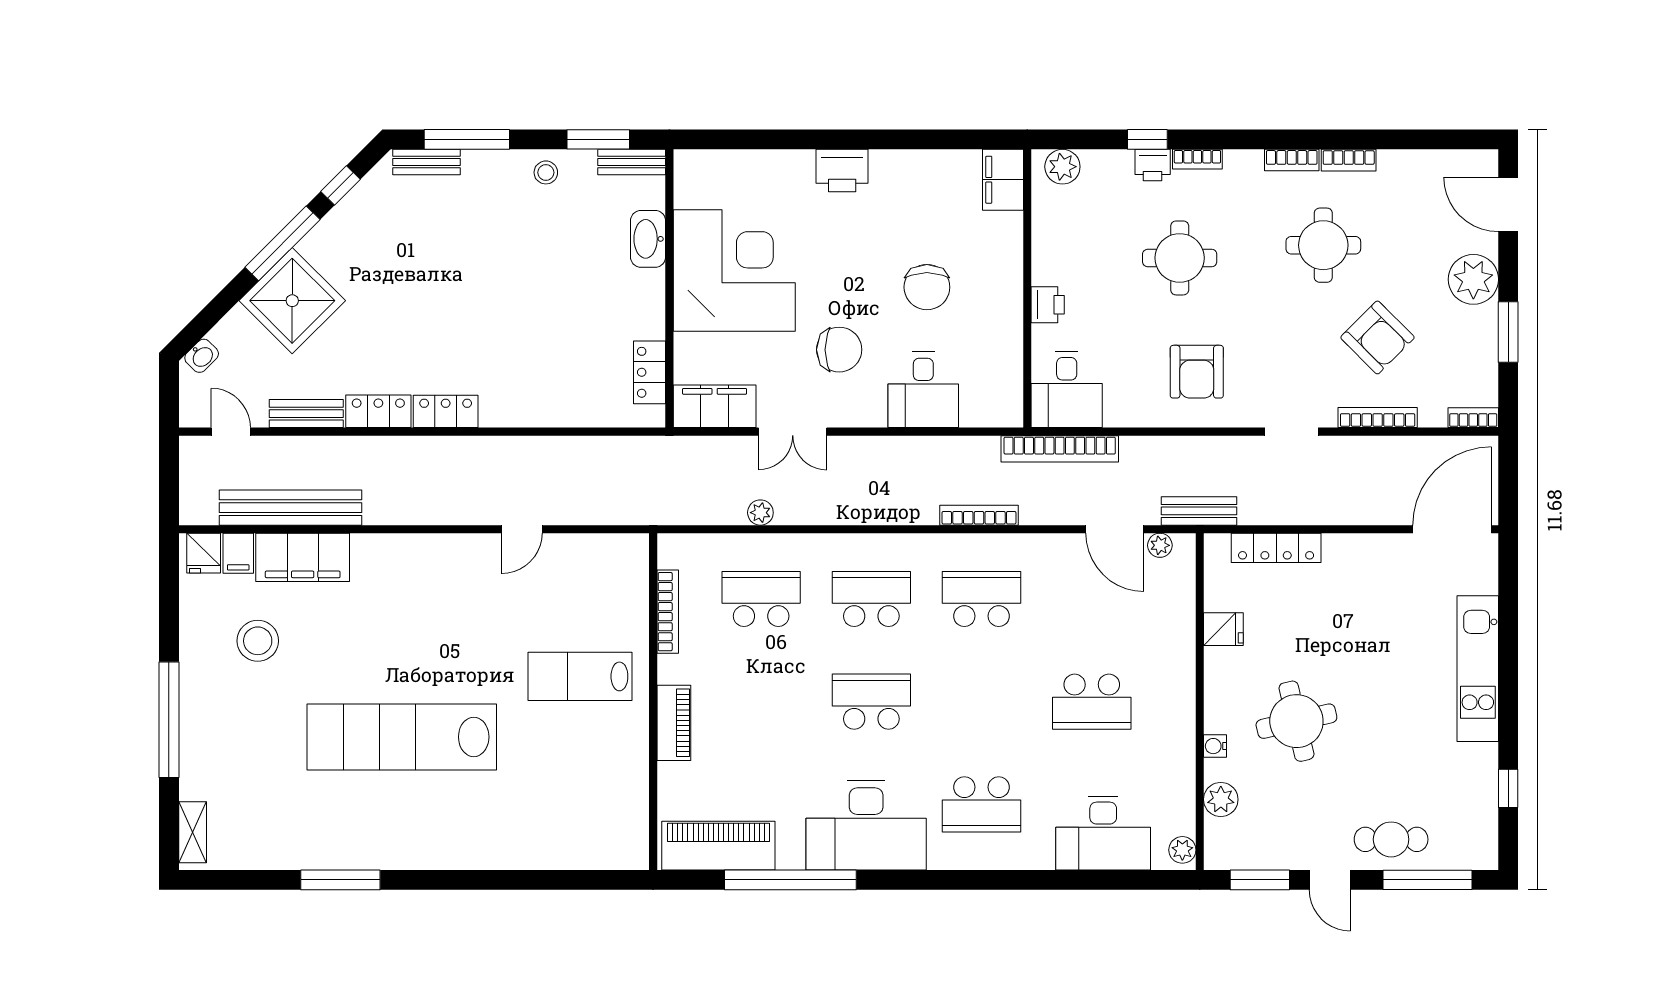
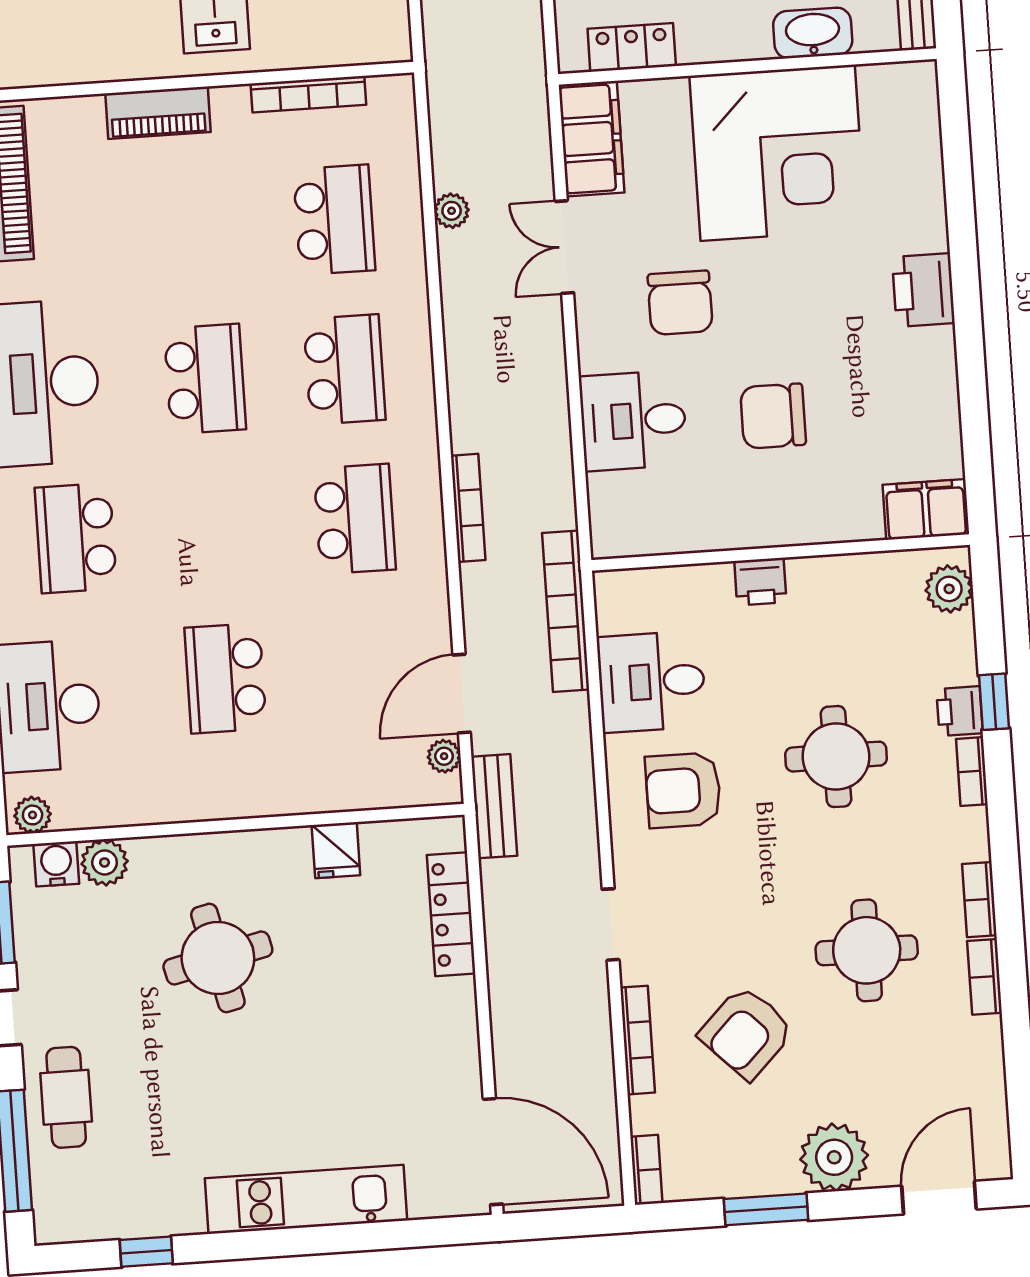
desk: (1067, 389) -> (652, 682), moved
water cooler: (1215, 746) -> (56, 864), moved, width x1.38, depth x1.38

